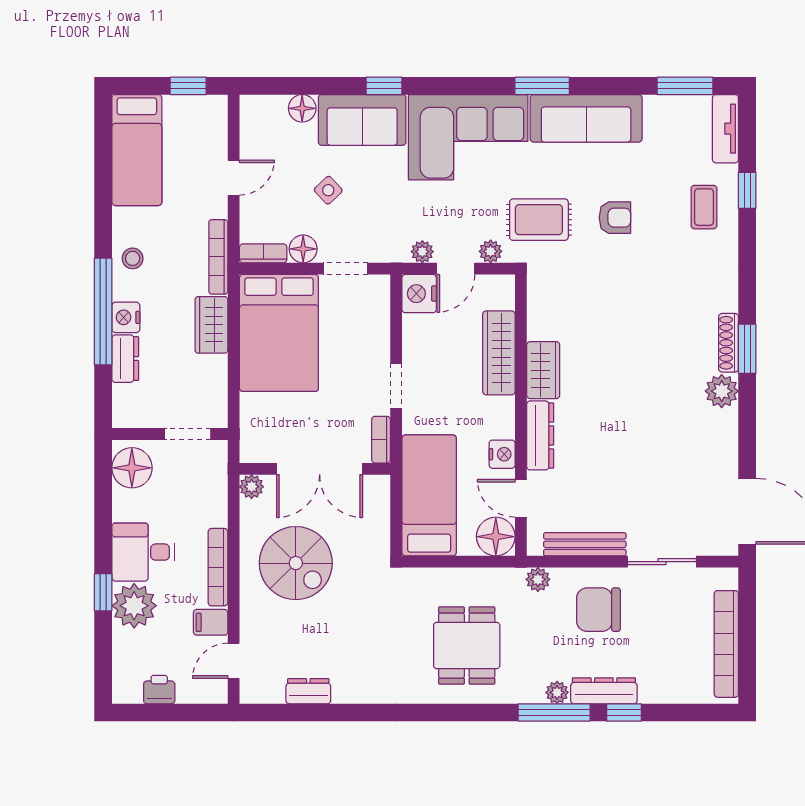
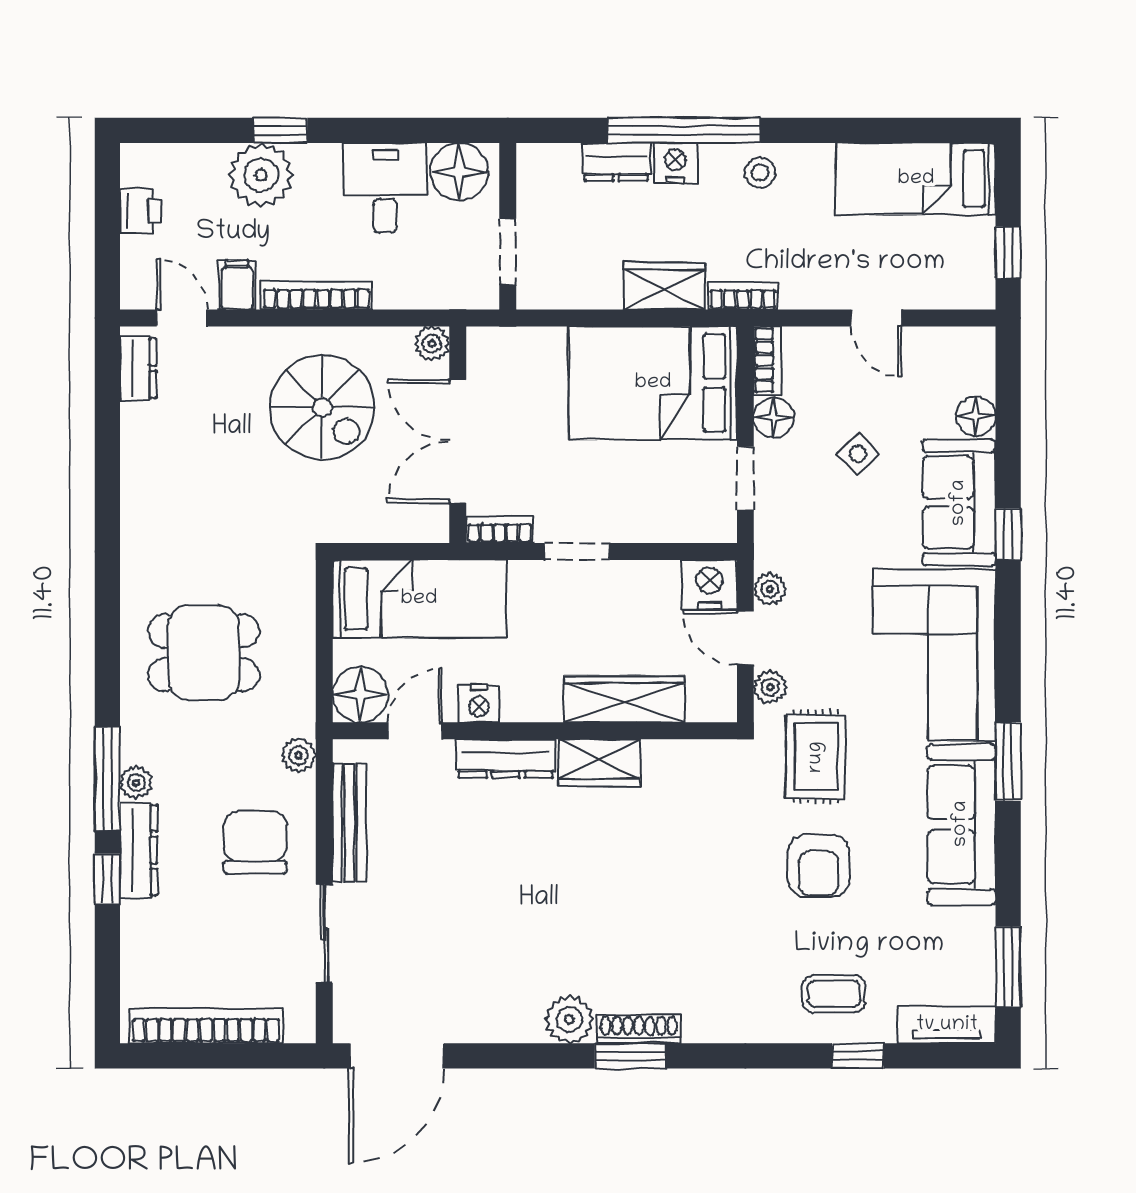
armchair: (615, 218) -> (819, 866), width x1.38, depth x1.38
bookcase: (218, 257) -> (743, 296), width x0.64
desk: (143, 552) -> (385, 188), moved
spiral stairs: (296, 563) -> (322, 407), turned -90
dresser: (308, 691) -> (138, 368), moved

